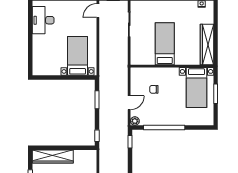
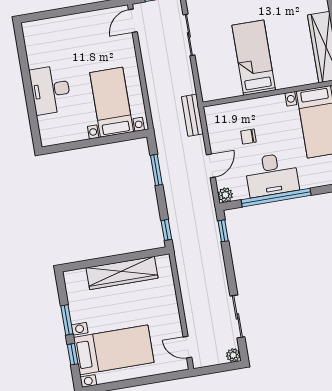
desk: (43, 20) -> (50, 90), moved
bench: (123, 71) -> (192, 115), added
desk: (164, 114) -> (272, 175), added
wardrobe: (53, 156) -> (122, 273), moved

